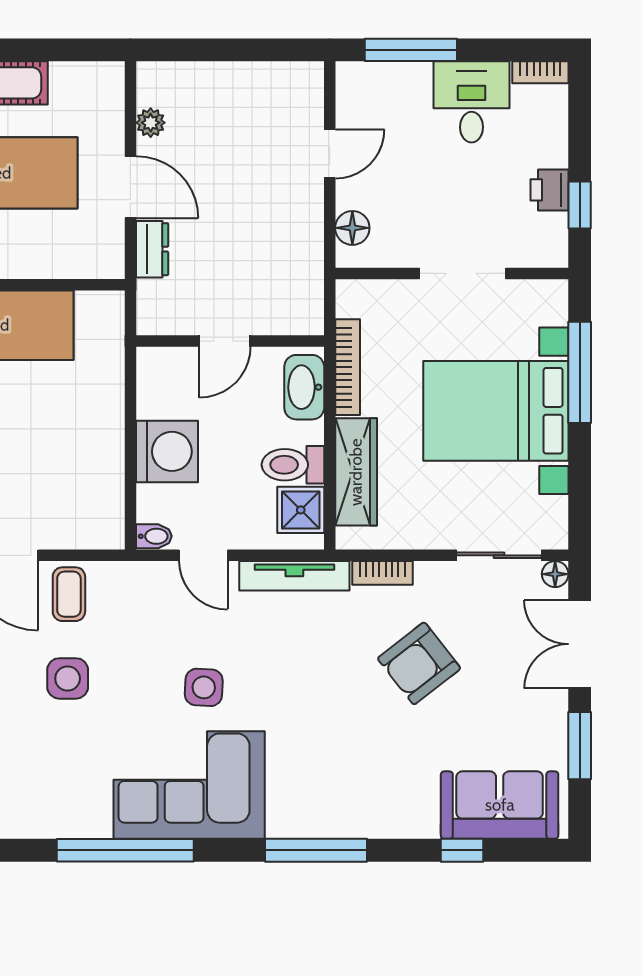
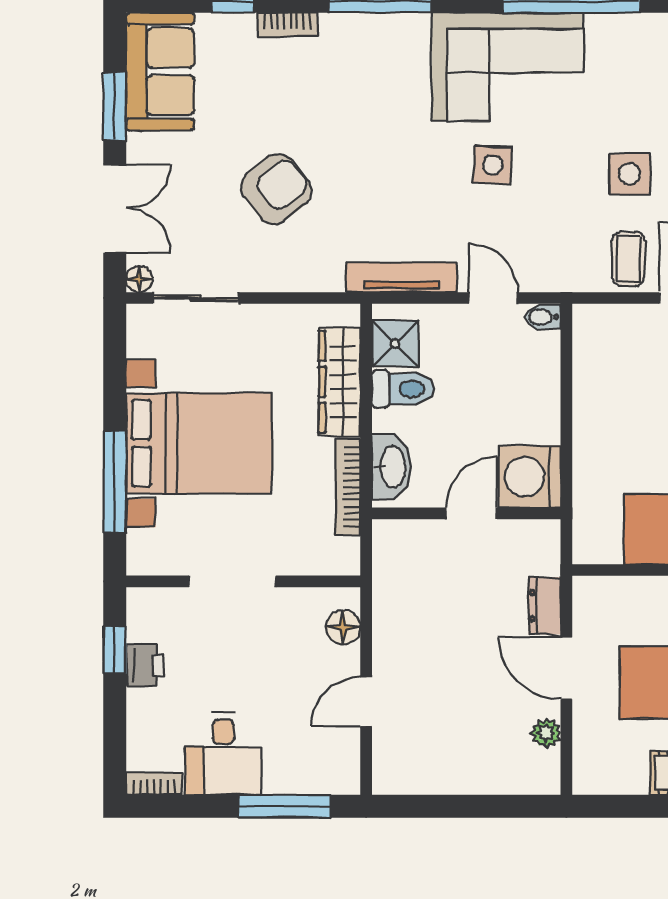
washing machine: (167, 451) -> (530, 477), moved
bookcase: (382, 573) -> (287, 25), moved, turned 180
sofa: (500, 805) -> (160, 72), moved, turned -90

